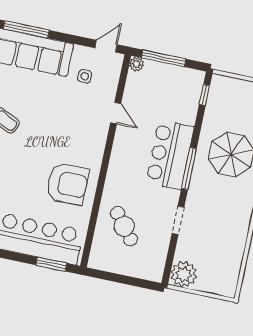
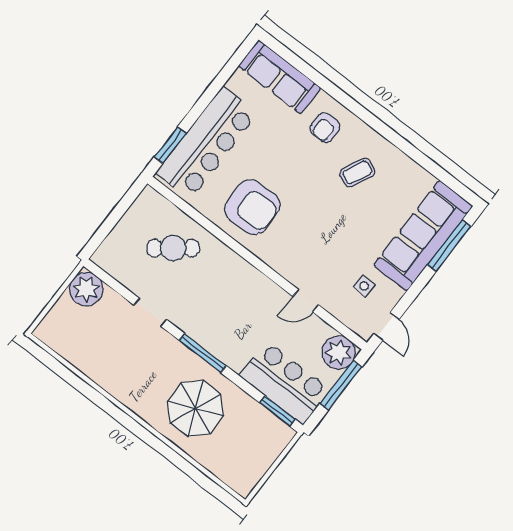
plant: (137, 64) -> (339, 353), width x1.88, depth x1.88
window: (204, 95) -> (277, 411), width x1.50
bar counter: (170, 155) -> (285, 382), moved
armchair: (67, 184) -> (252, 207), turned -92

